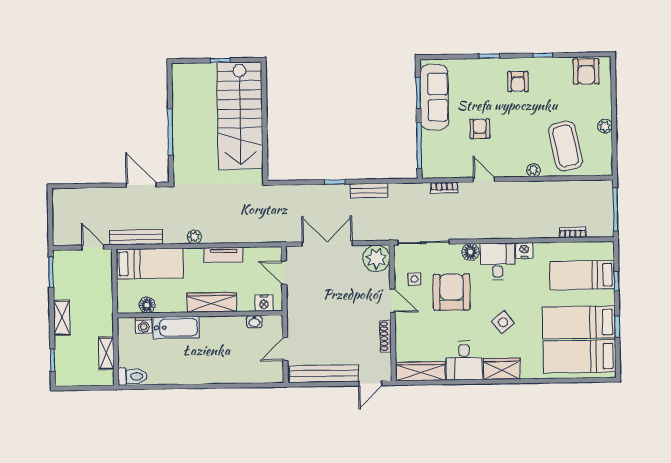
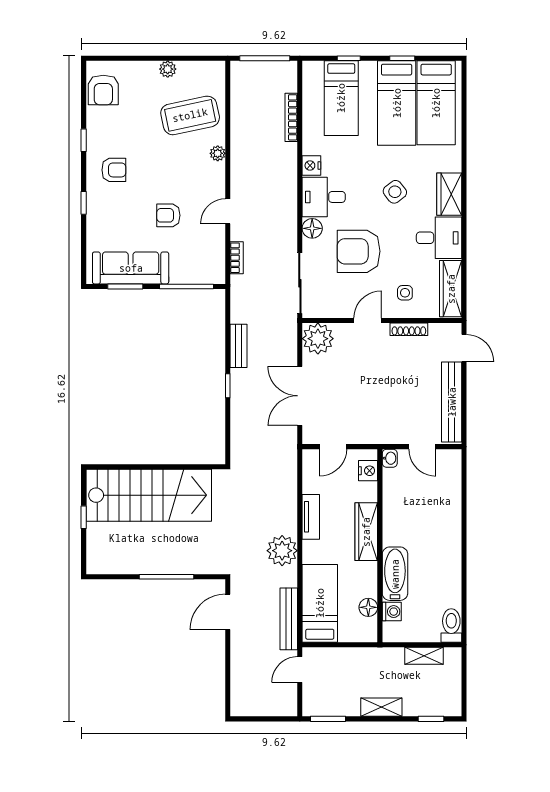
armchair: (586, 71) -> (103, 90), turned 90
bookcase: (573, 232) -> (291, 117), width x1.56
plant: (194, 237) -> (282, 551), width x1.87, depth x1.87
side table: (414, 279) -> (405, 293), moved
washbasin: (254, 322) -> (390, 458), moved

